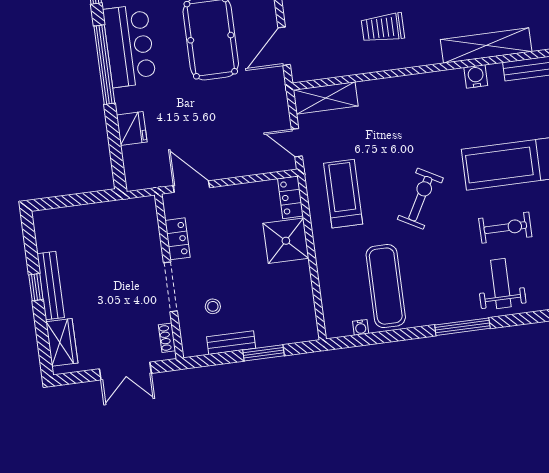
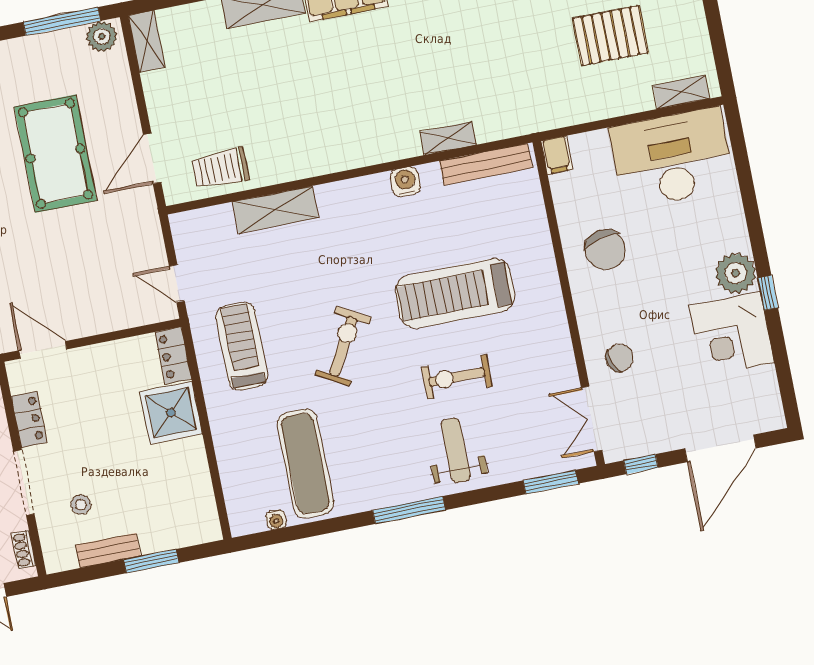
trolley: (383, 28) -> (220, 168), moved
shelving: (486, 45) -> (448, 138), width x0.45, depth x0.75
shelving: (326, 98) -> (276, 210), moved
exercise bike: (505, 228) -> (457, 377), turned 180

